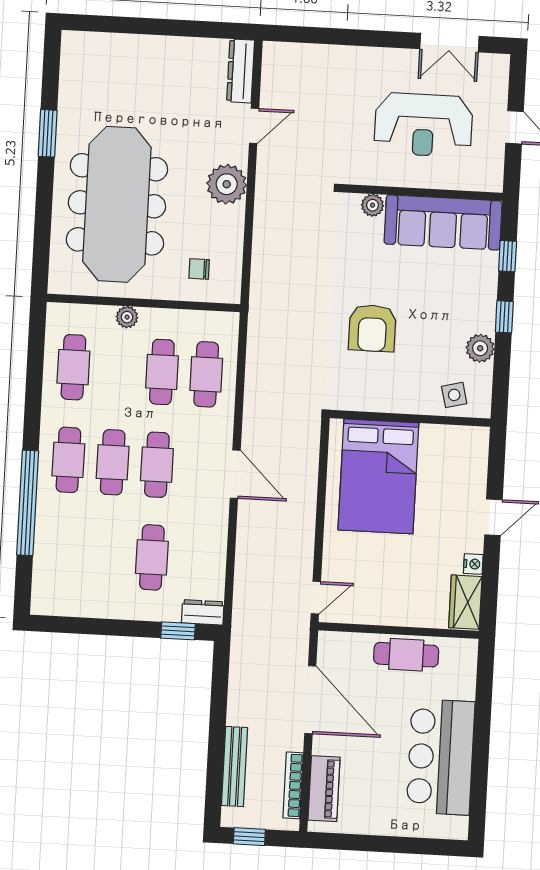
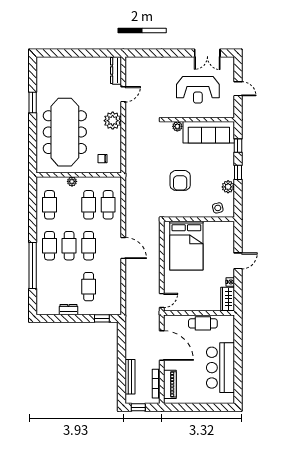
dresser: (203, 612) -> (68, 310), moved

